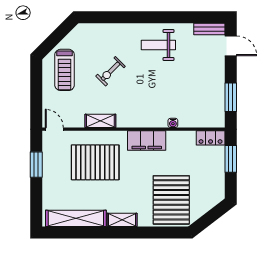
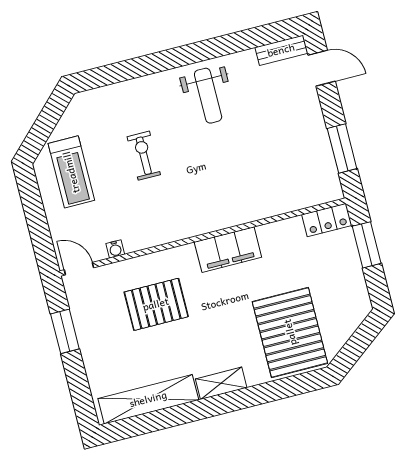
weight bench: (158, 45) -> (208, 96), turned -90
exercise bike: (110, 71) -> (144, 156), turned 135
shelving: (100, 121) -> (148, 237), removed
water cooler: (173, 123) -> (115, 249), moved
pallet: (95, 162) -> (156, 304), width x0.73, depth x0.71

